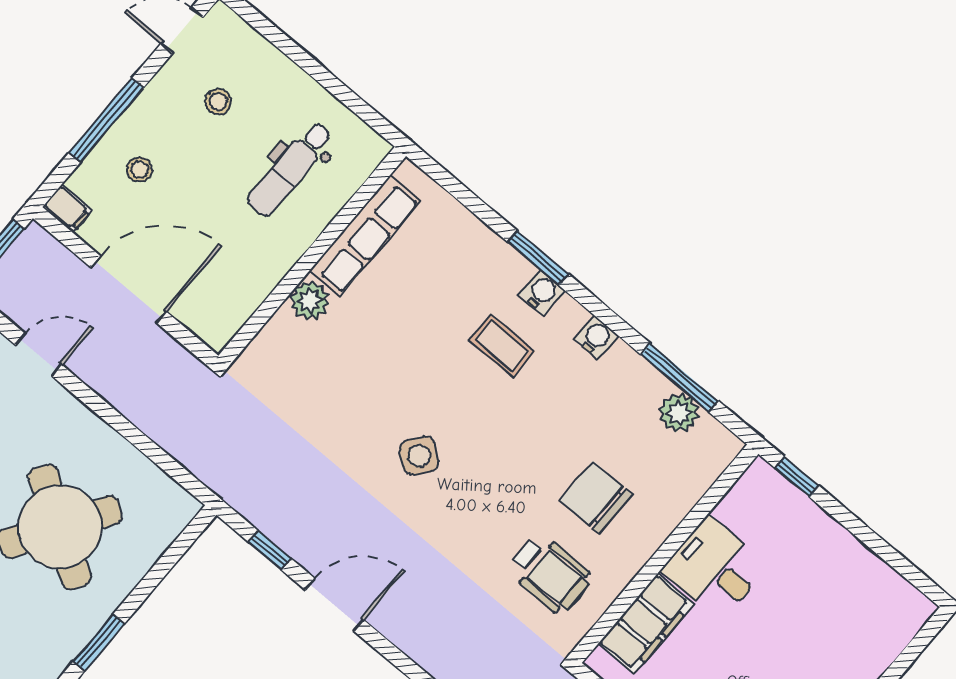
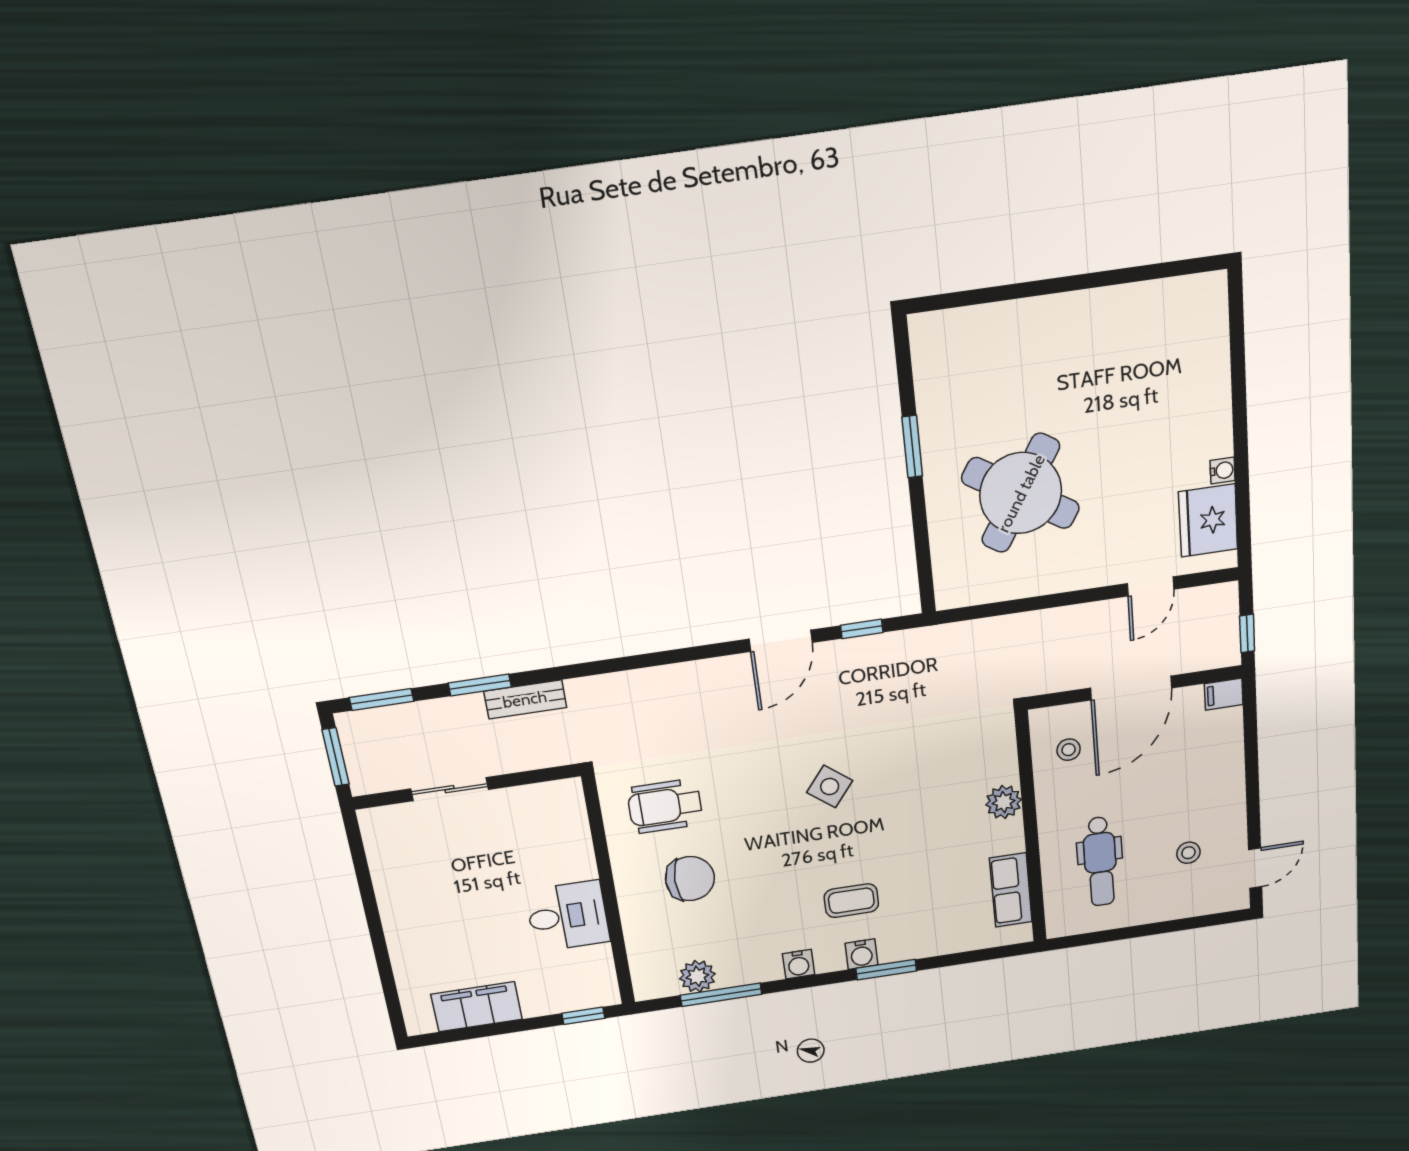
window: (106, 120) -> (1252, 770), removed
dental chair: (290, 169) -> (1100, 862), turned 180
stool: (140, 170) -> (1069, 750), moved
row of seats: (365, 236) -> (1011, 890), width x0.68
filing cabinet: (646, 624) -> (477, 1007), moved, turned 90

